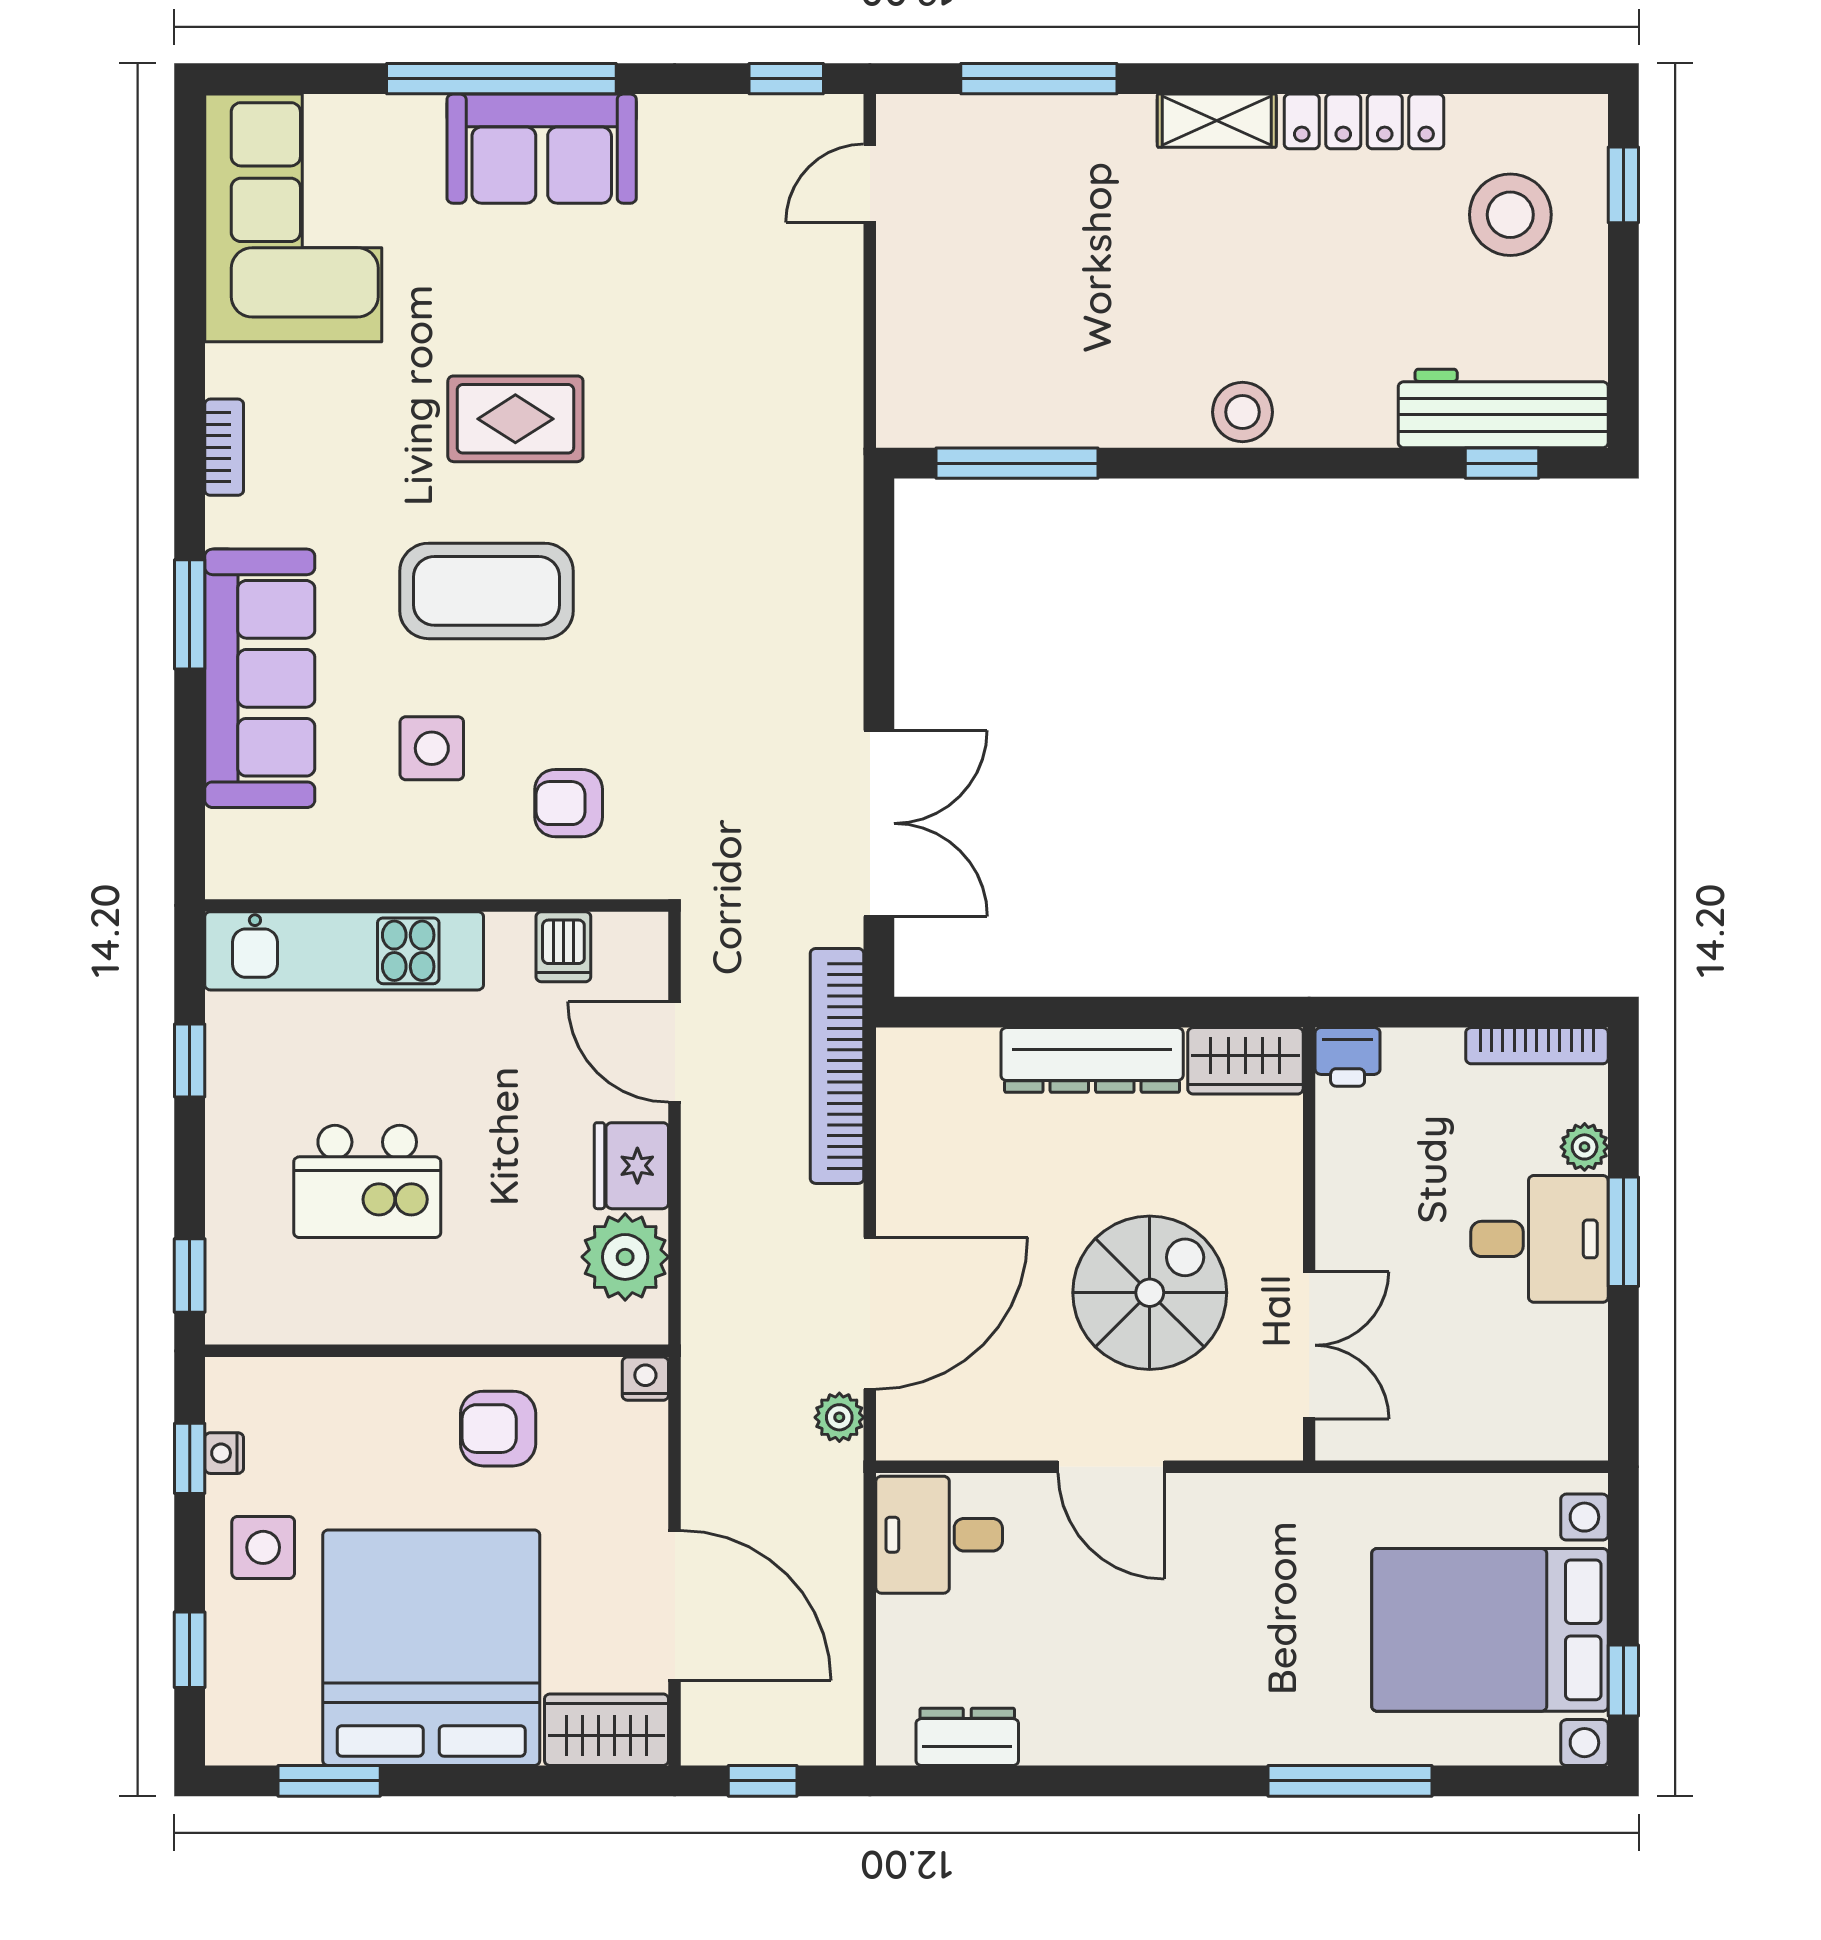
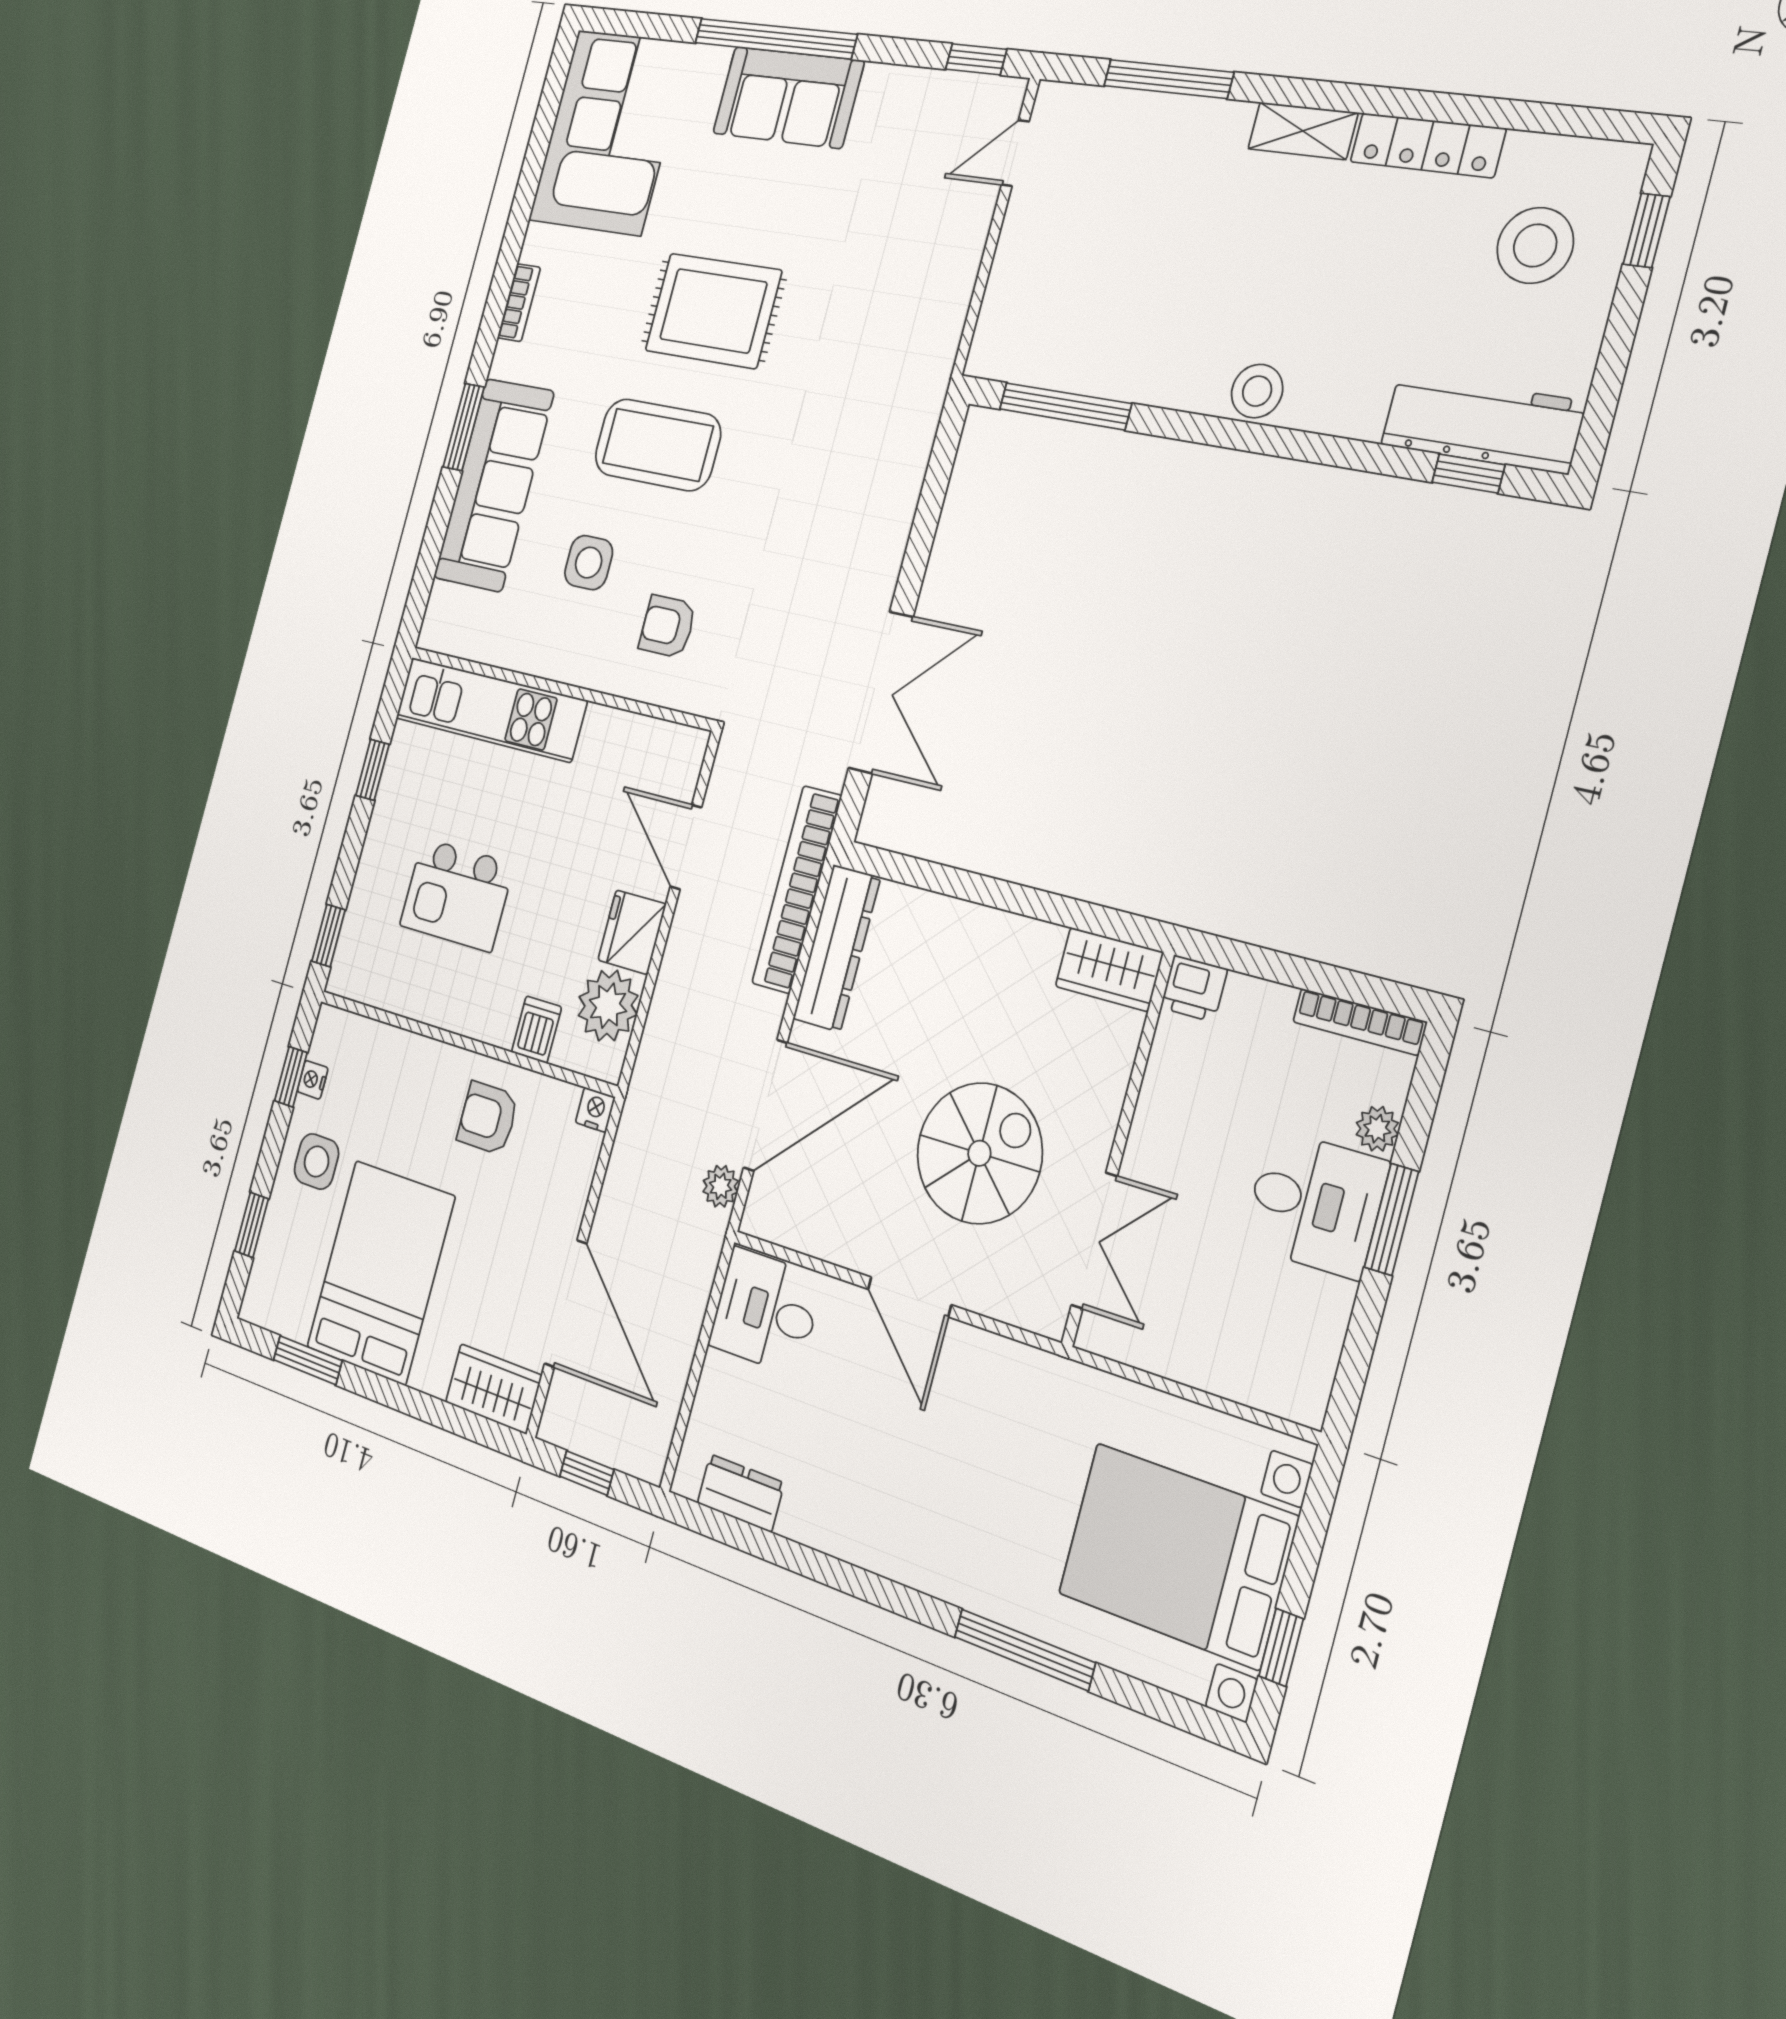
rug: (515, 419) -> (713, 311), width x1.36, depth x1.43
dishwasher: (563, 947) -> (536, 1030), moved, turned 180
dresser: (1092, 1060) -> (837, 948), moved, turned -90
bed: (431, 1648) -> (381, 1272), width x0.73

